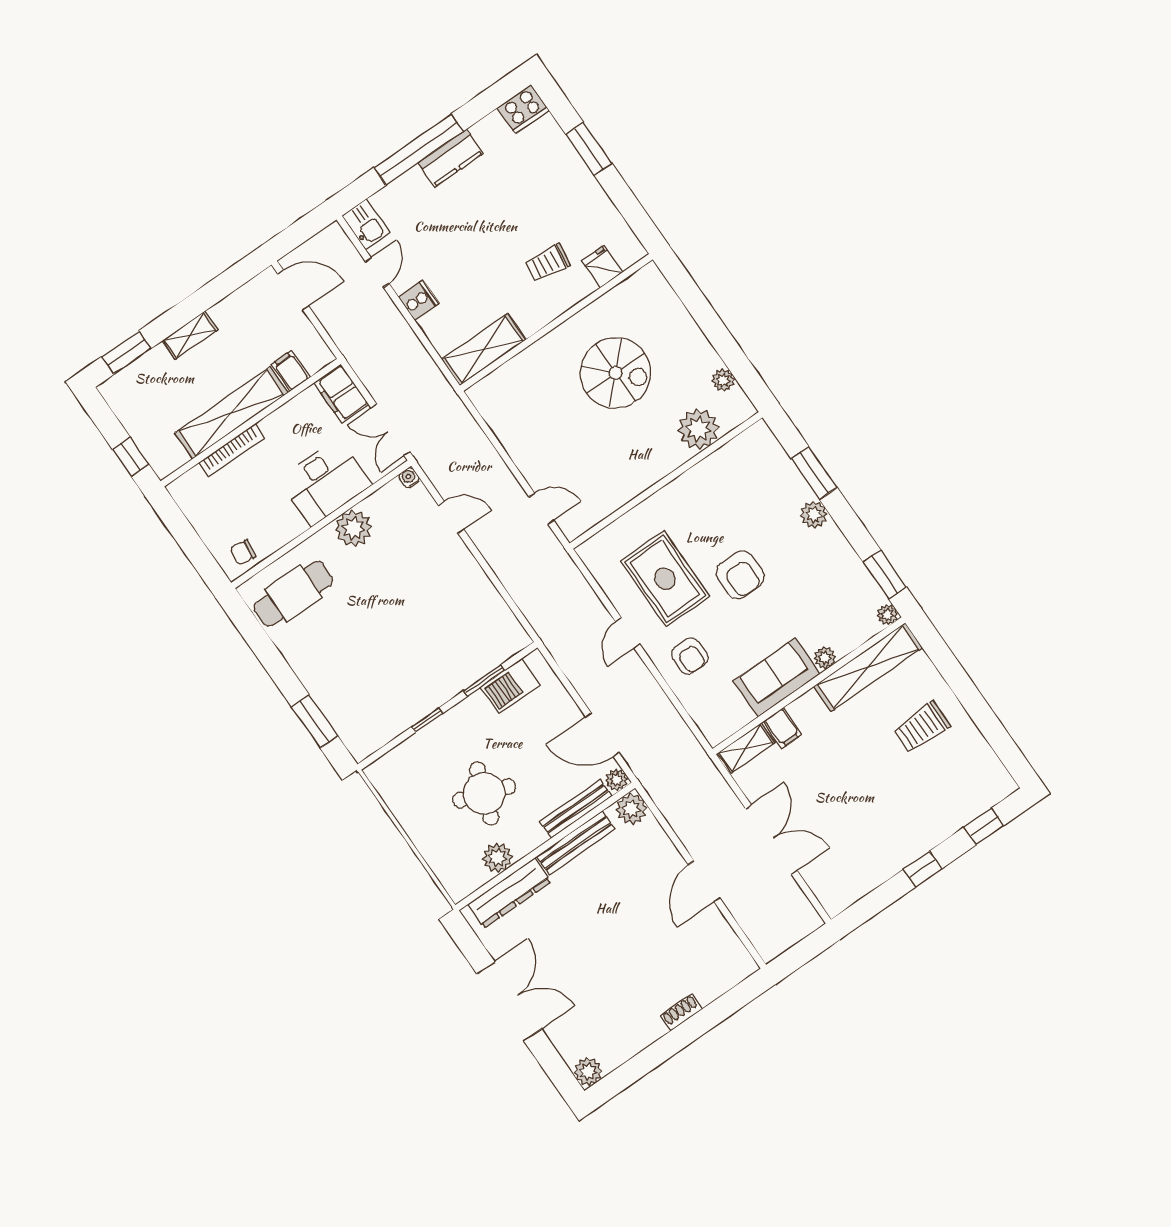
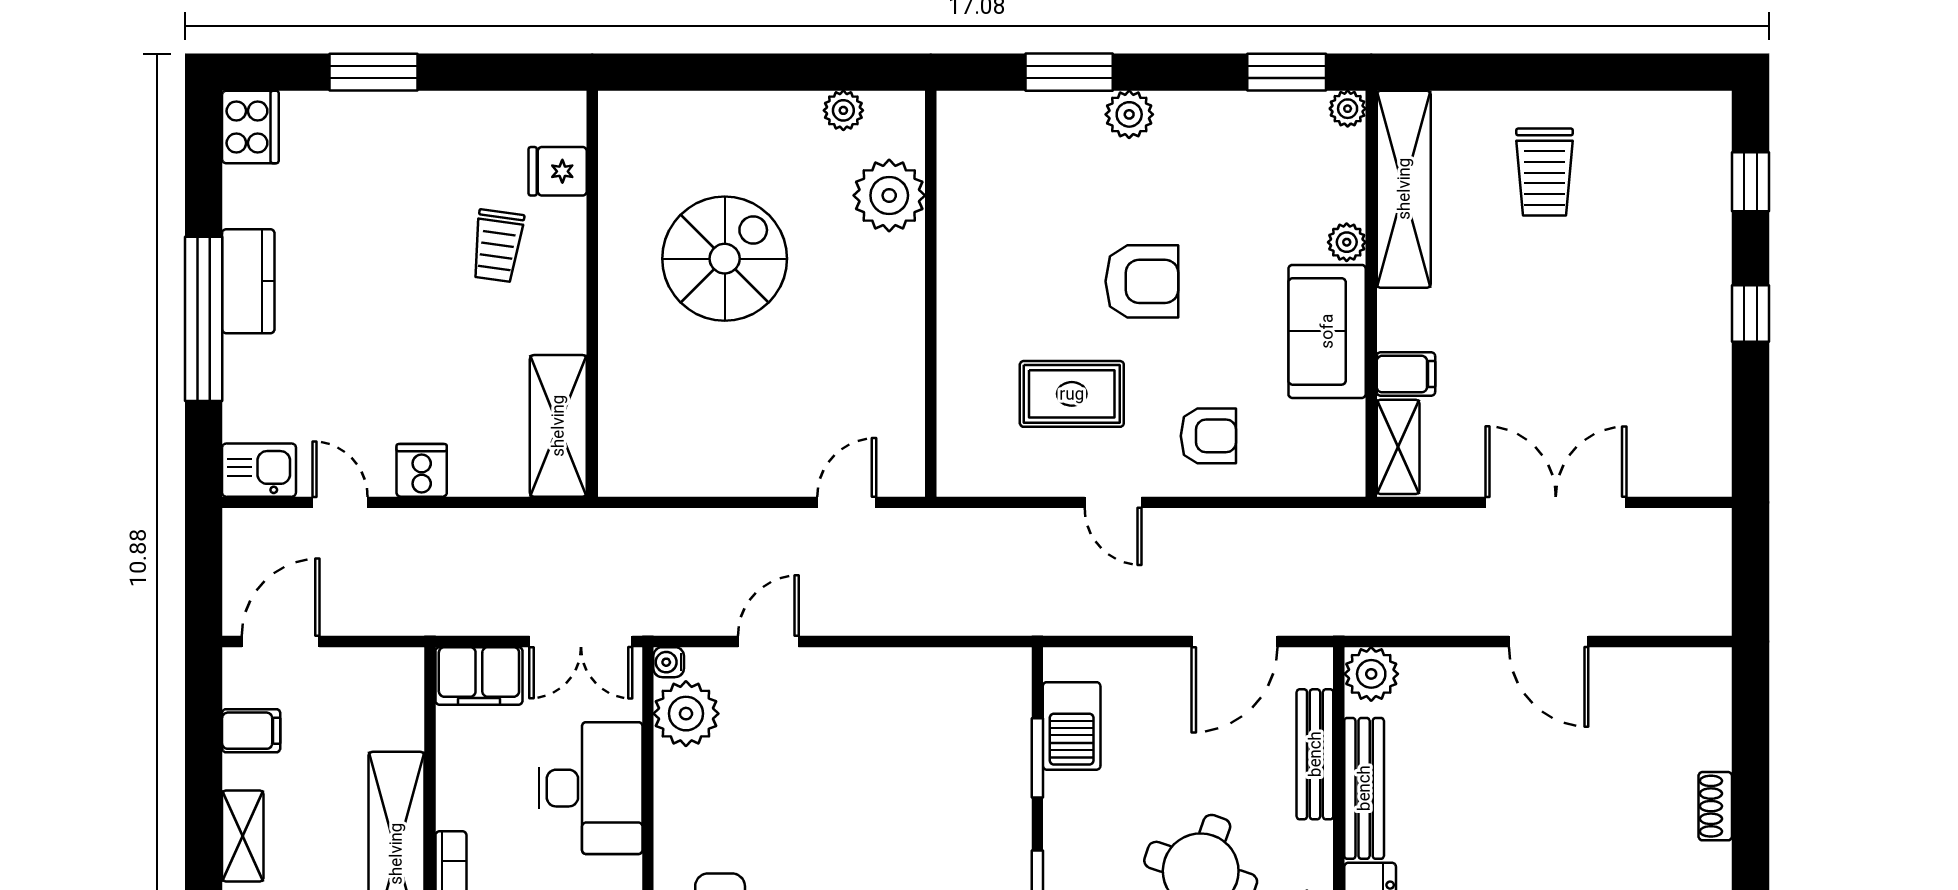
filing cabinet: (291, 371) -> (251, 731), moved, turned 180
plant: (353, 528) -> (686, 714), moved
rug: (665, 579) -> (1072, 394), width x0.73, depth x0.70
plant: (616, 780) -> (1314, 666), removed

